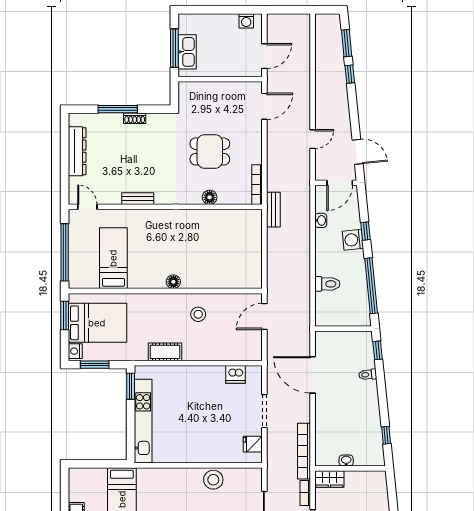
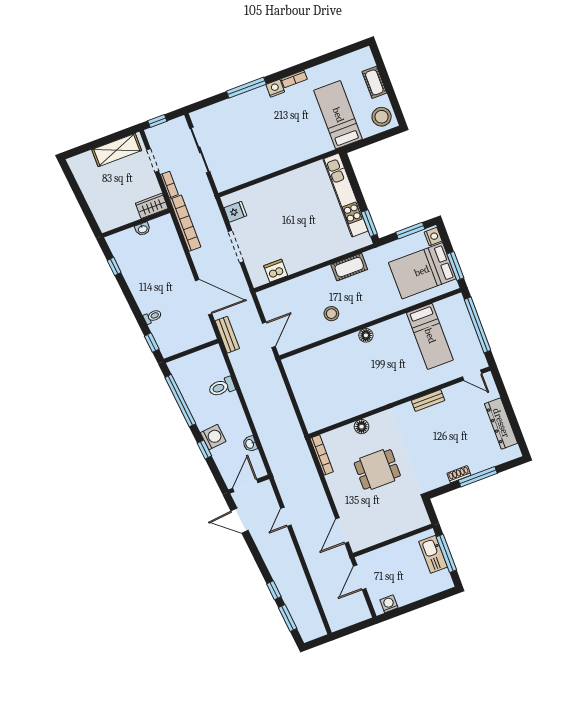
bench: (273, 210) -> (227, 335), moved
stool: (213, 480) -> (382, 117), moved

